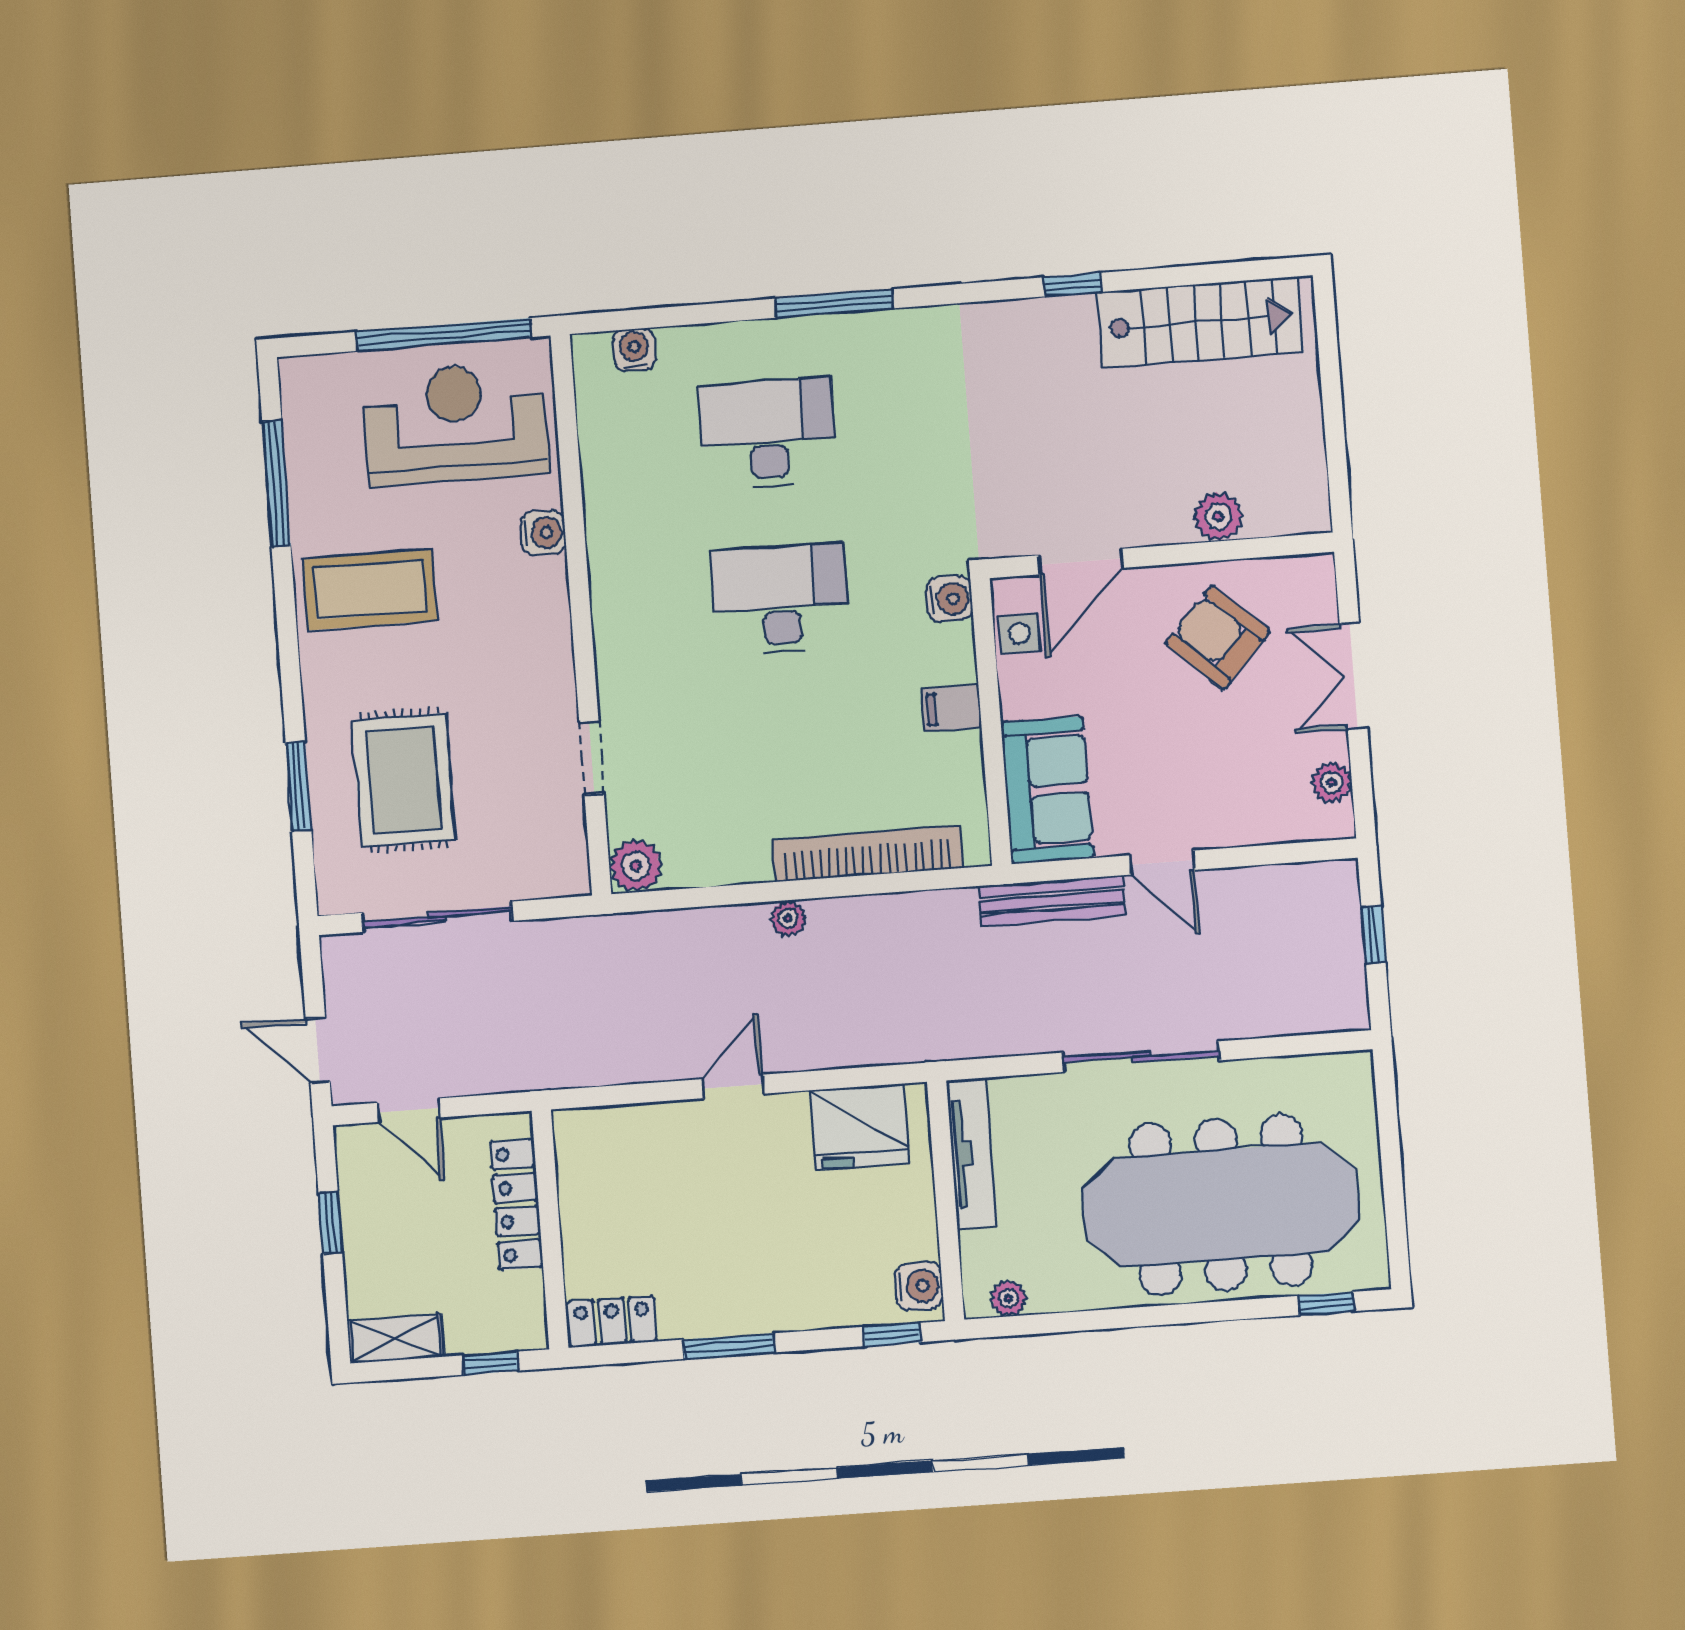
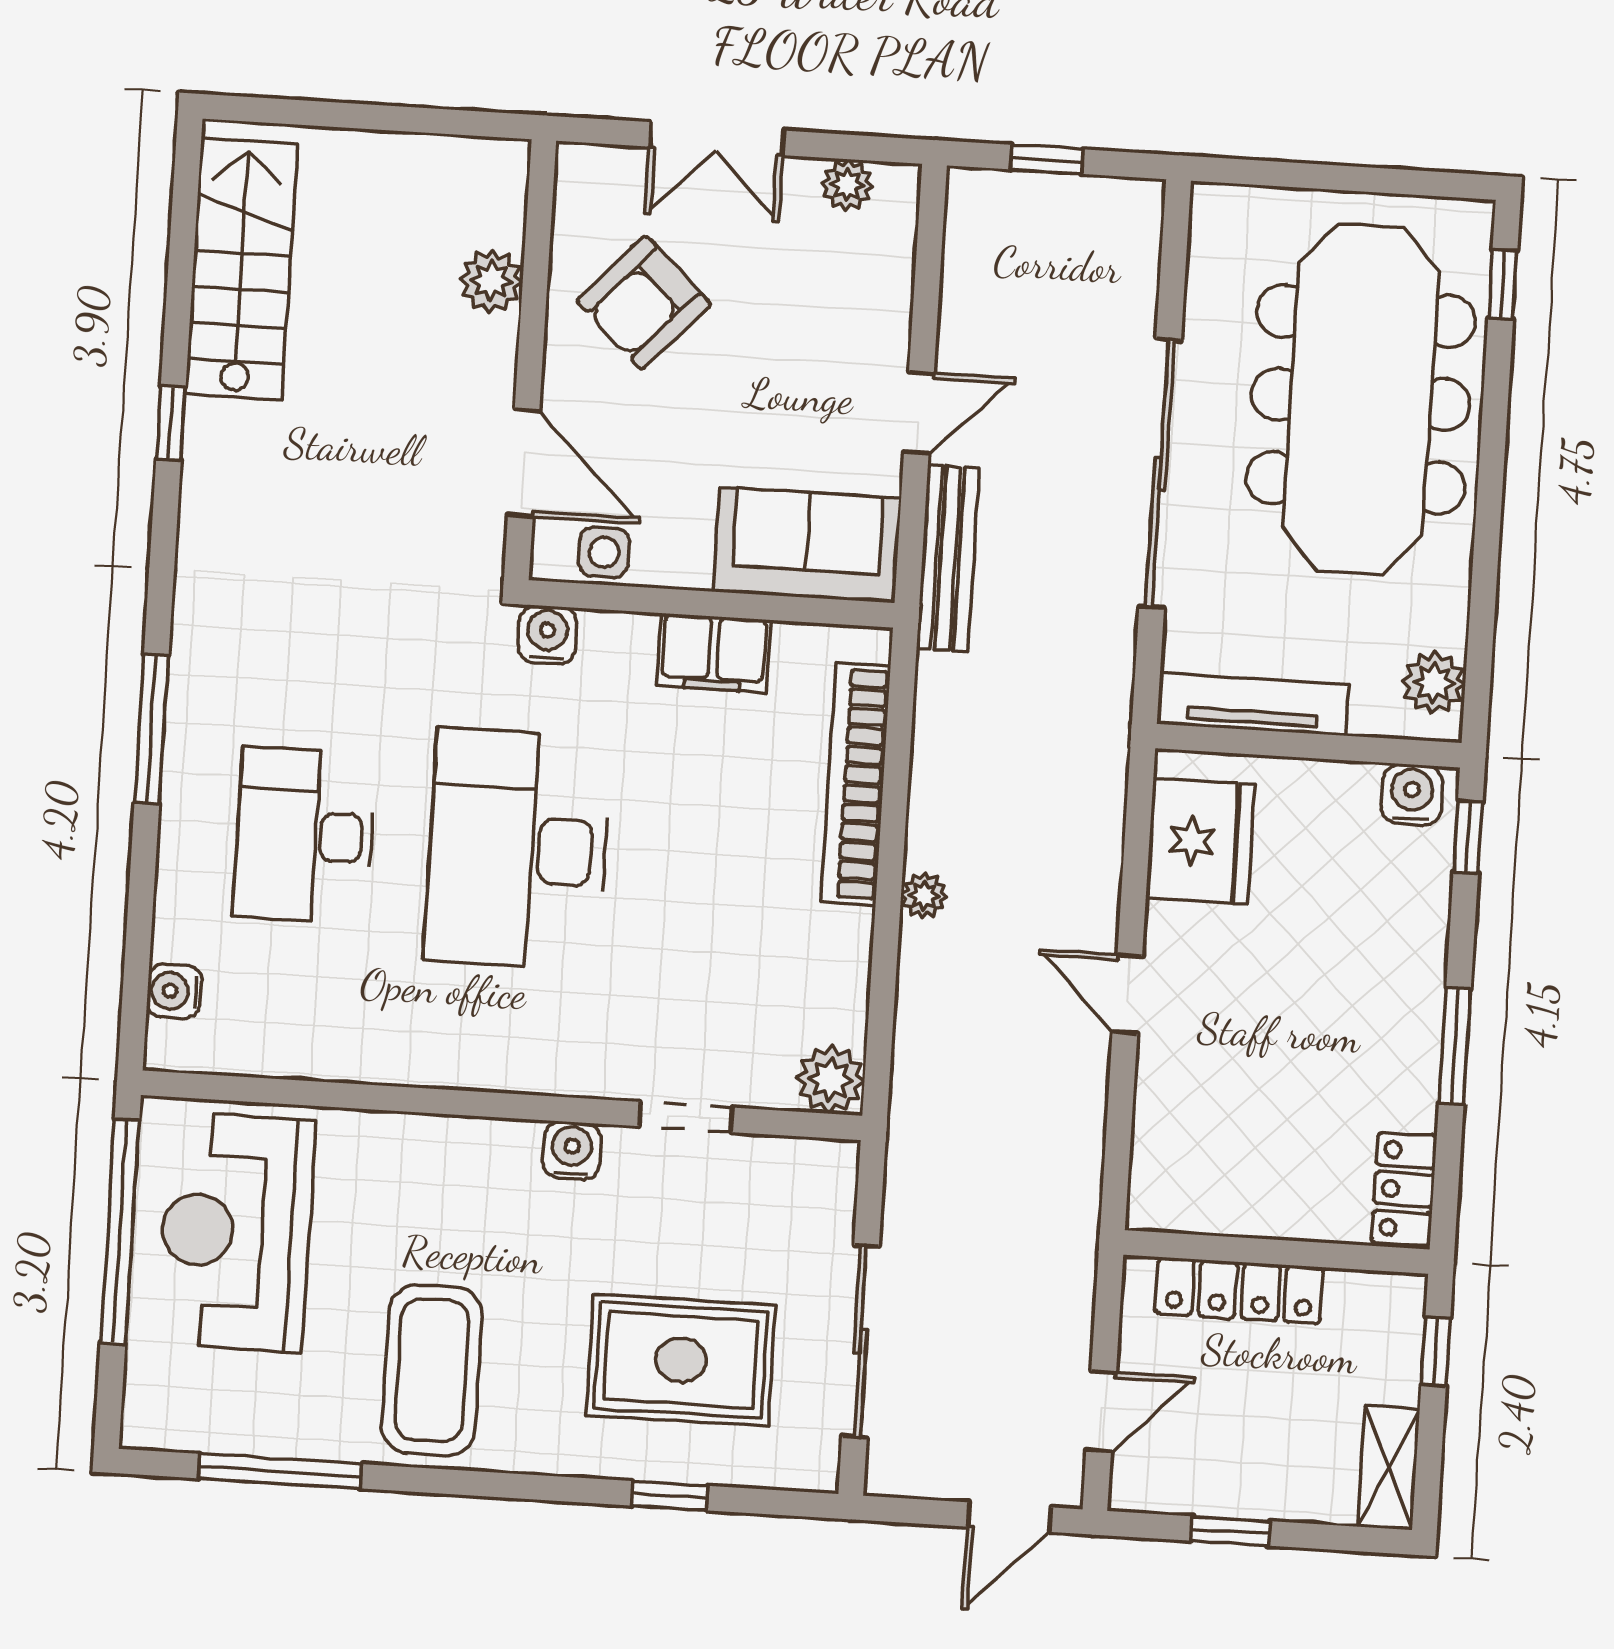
water cooler: (543, 533) -> (572, 1151), moved
desk: (780, 599) -> (518, 849), width x1.36, depth x1.30
filing cabinet: (952, 708) -> (714, 653), width x2.00
window: (298, 786) -> (670, 1496), width x0.67
sliding door: (1141, 1057) -> (1160, 473), width x1.36
plant: (1009, 1298) -> (1434, 683), width x1.38, depth x1.38

